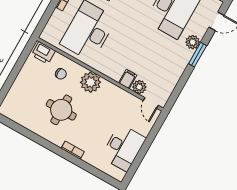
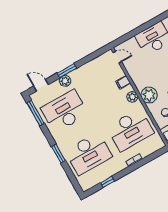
plant: (139, 87) -> (132, 97), moved
door: (151, 103) -> (117, 57), hinge flipped

